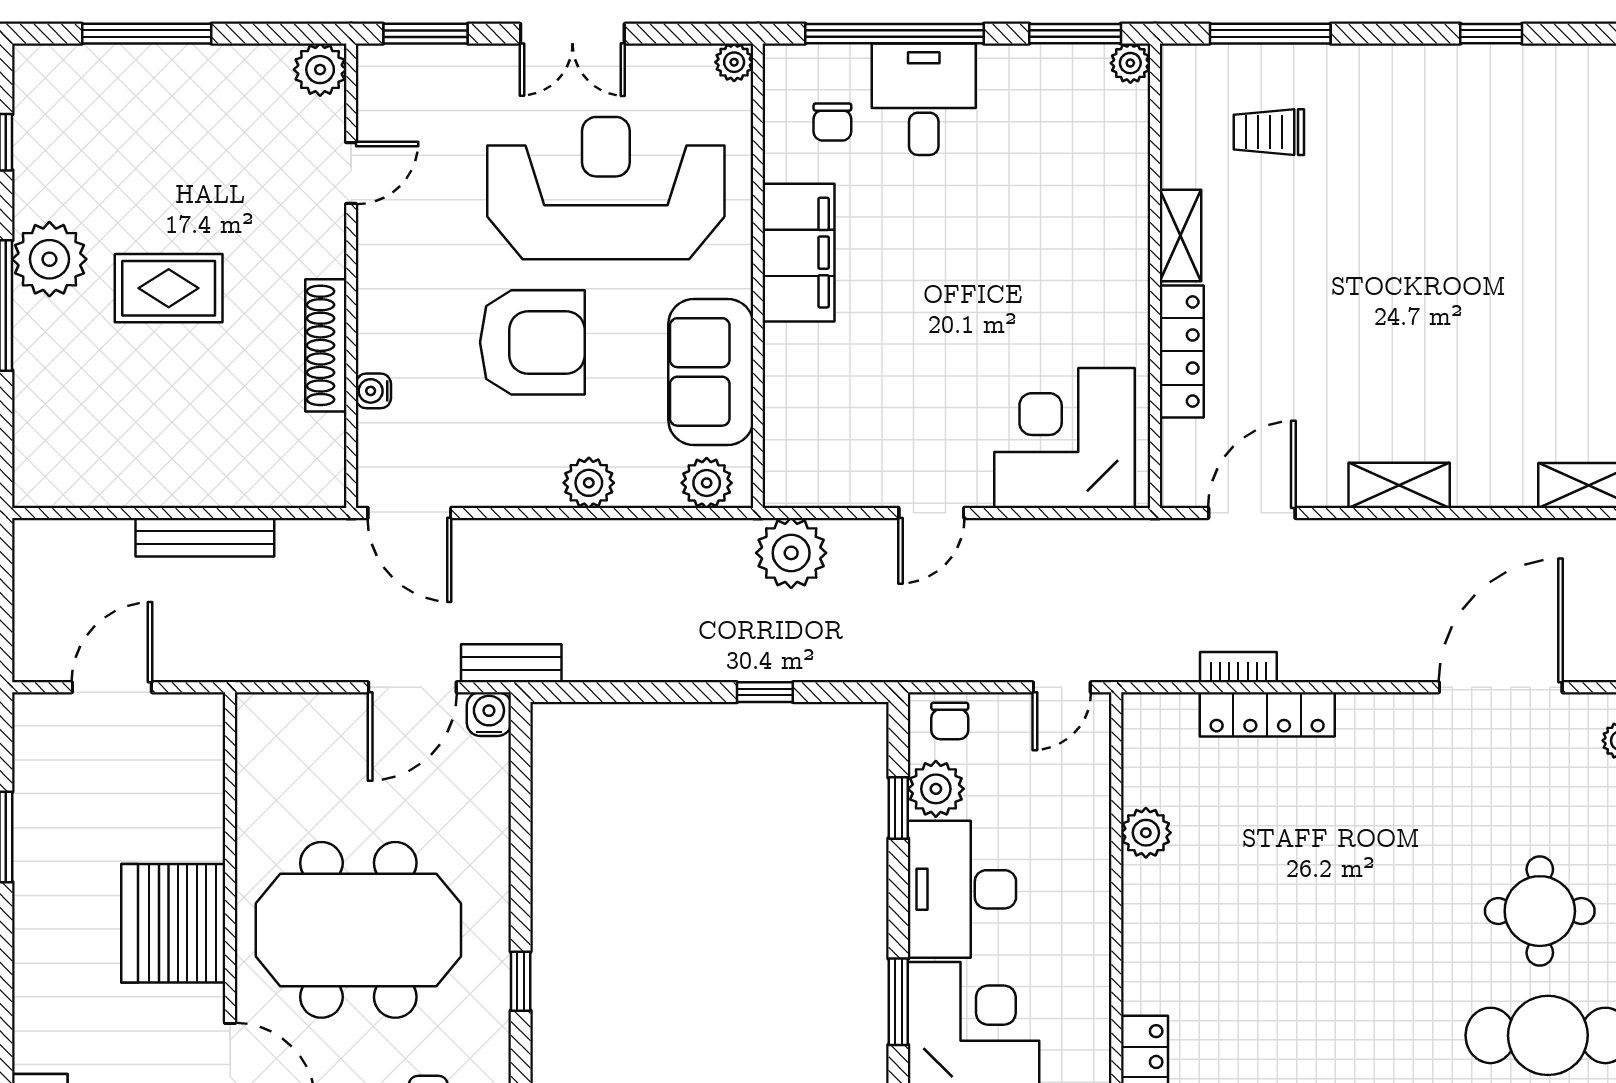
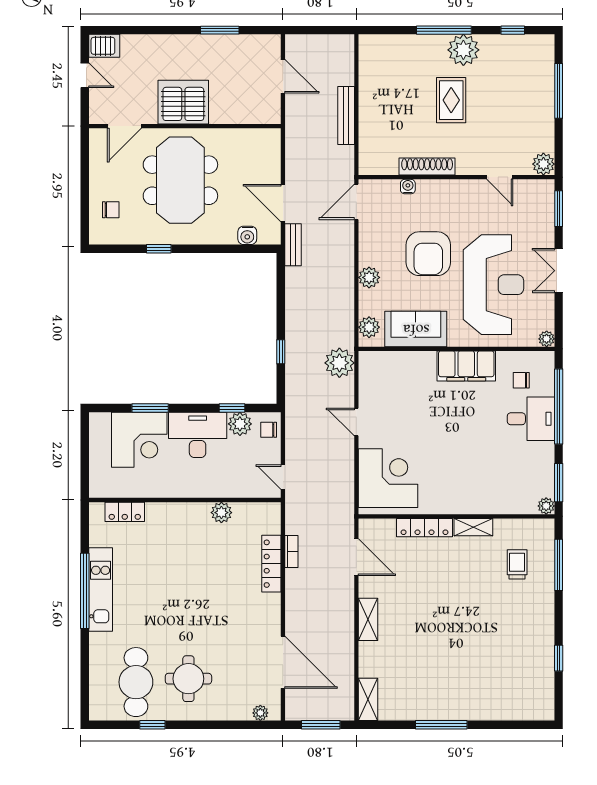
water cooler: (489, 714) -> (247, 235), moved, turned 90

